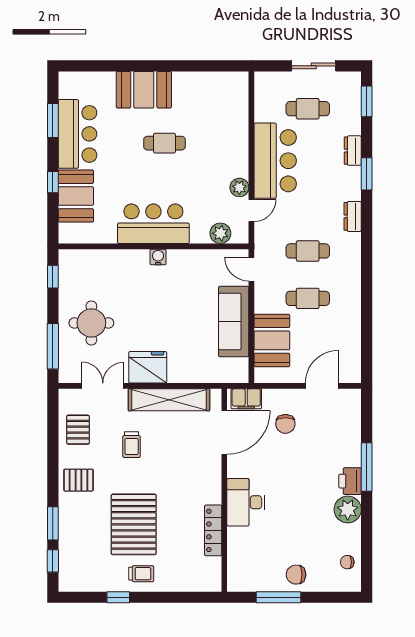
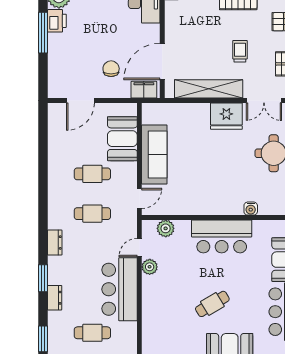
cafe table: (164, 143) -> (212, 304), turned -31
water cooler: (158, 257) -> (251, 209), moved
door: (251, 269) -> (139, 198), hinge flipped

